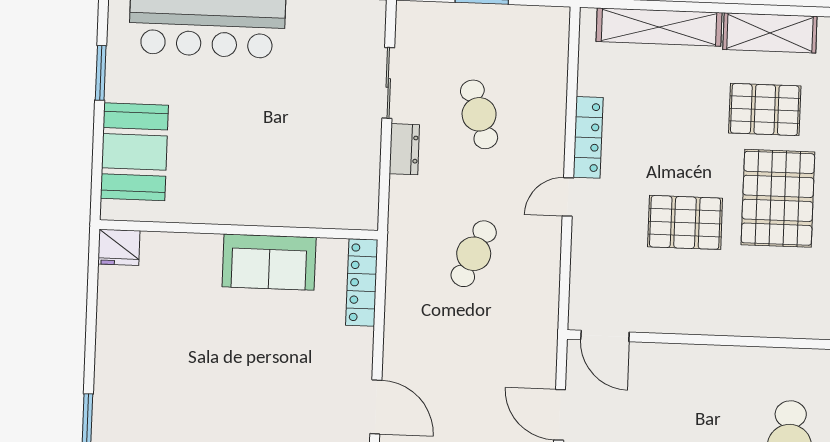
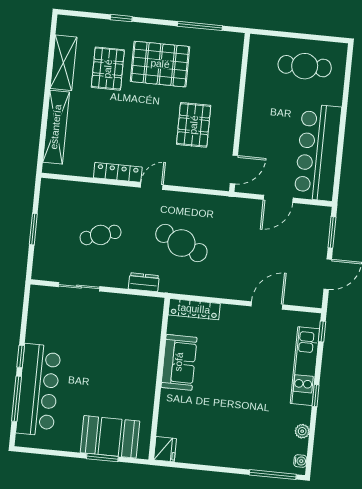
window: (101, 73) -> (102, 458), moved
dresser: (404, 149) -> (144, 282), moved
door: (568, 197) -> (152, 186), swing flipped
pallet: (685, 222) -> (194, 125), moved
cafe table: (474, 254) -> (181, 243), width x1.37, depth x1.35

